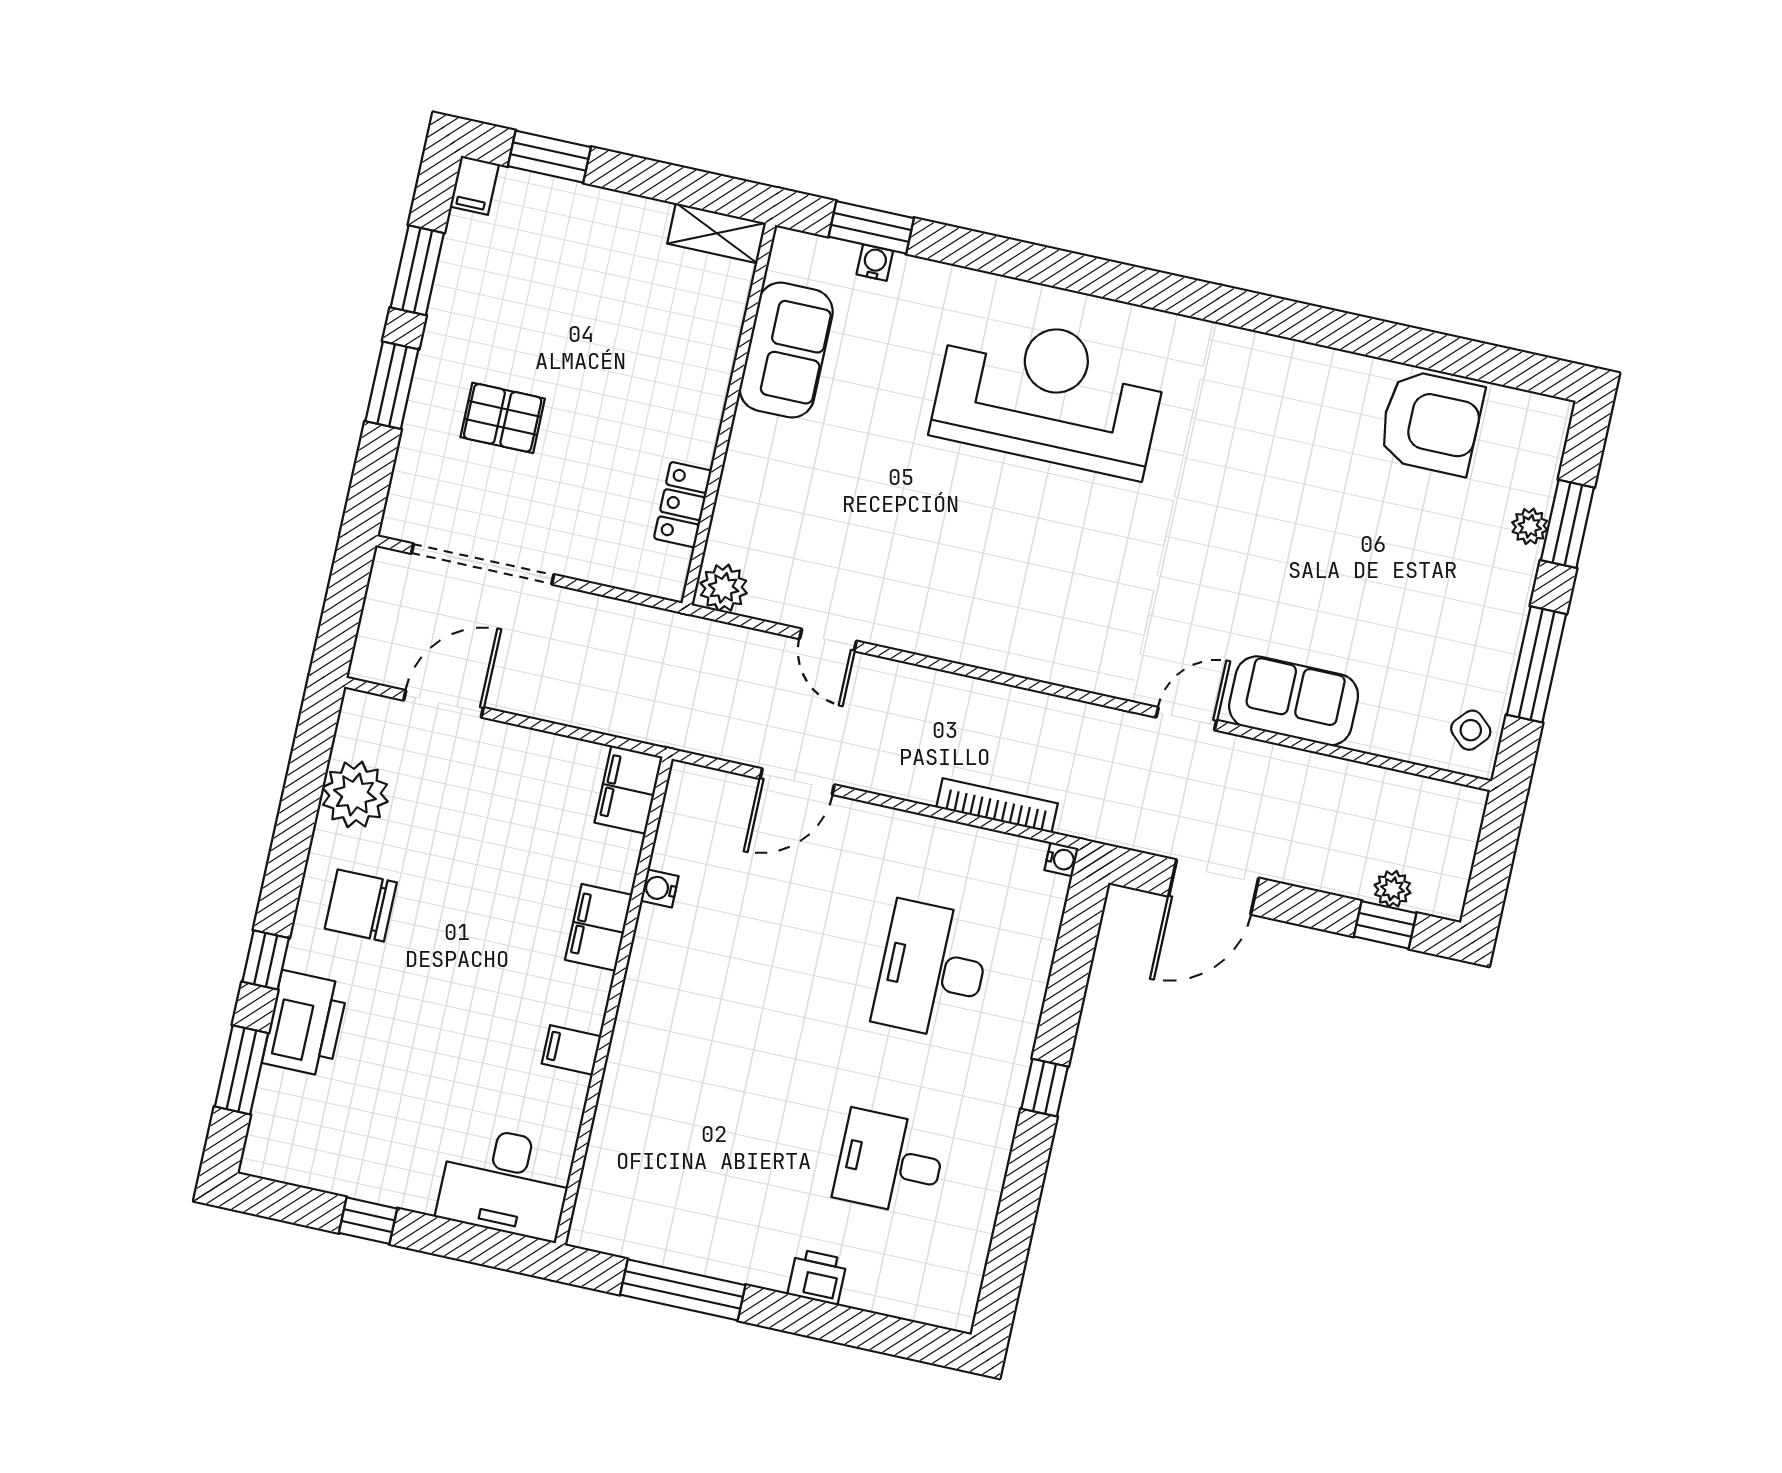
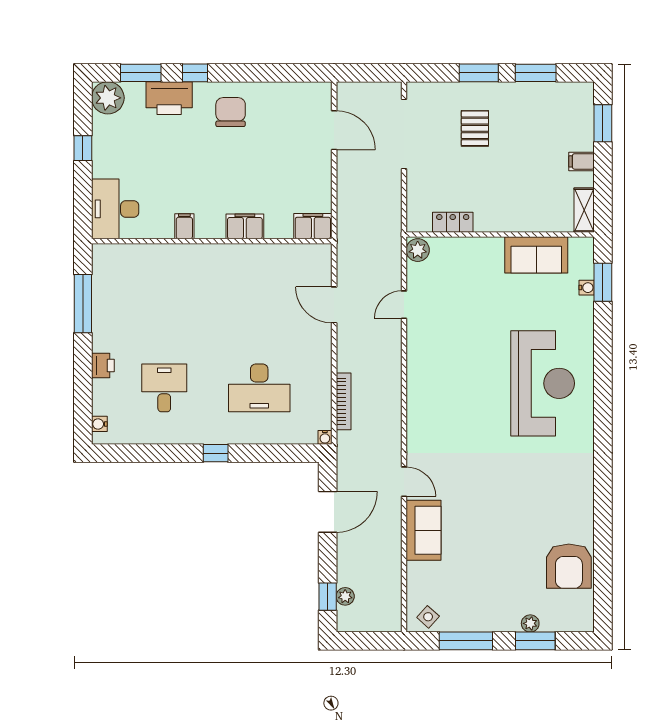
filing cabinet: (474, 185) -> (582, 161), moved
plant: (355, 794) -> (108, 98), moved
door: (1214, 887) -> (328, 512), swing flipped
water cooler: (660, 888) -> (99, 424), moved, turned -90
desk: (932, 970) -> (259, 388), turned 180

